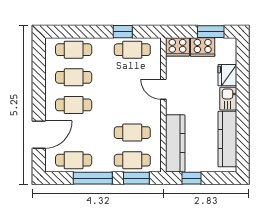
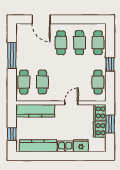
window: (123, 32) -> (110, 64), moved
window: (211, 32) -> (110, 124), moved
cafe table: (74, 160) -> (24, 43), removed
window: (136, 178) -> (12, 85), removed
window: (192, 178) -> (12, 134), moved

